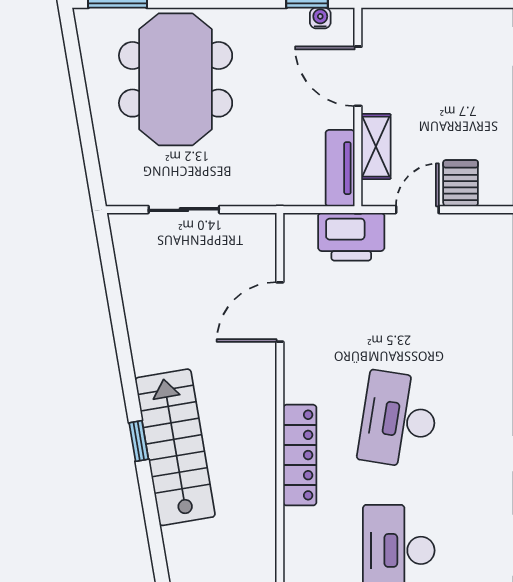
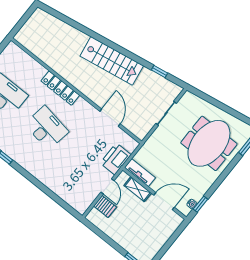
meeting table: (176, 79) -> (209, 143), turned 90
window: (139, 441) -> (159, 72), moved
stairs: (175, 447) -> (112, 61), moved

